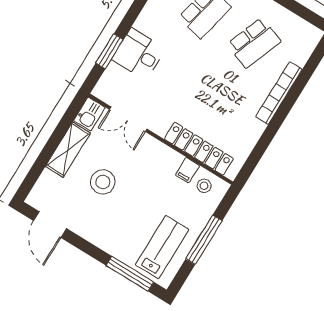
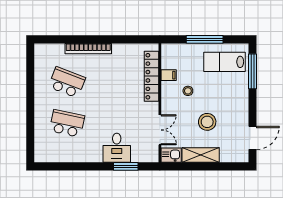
stool: (204, 186) -> (188, 91), moved

